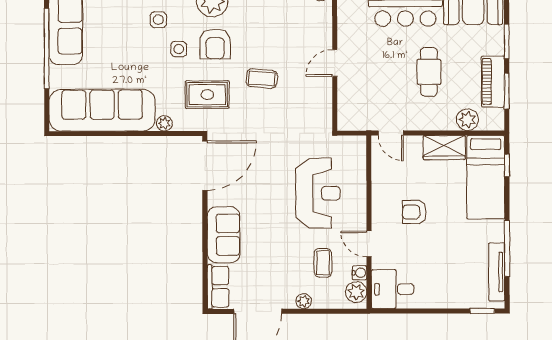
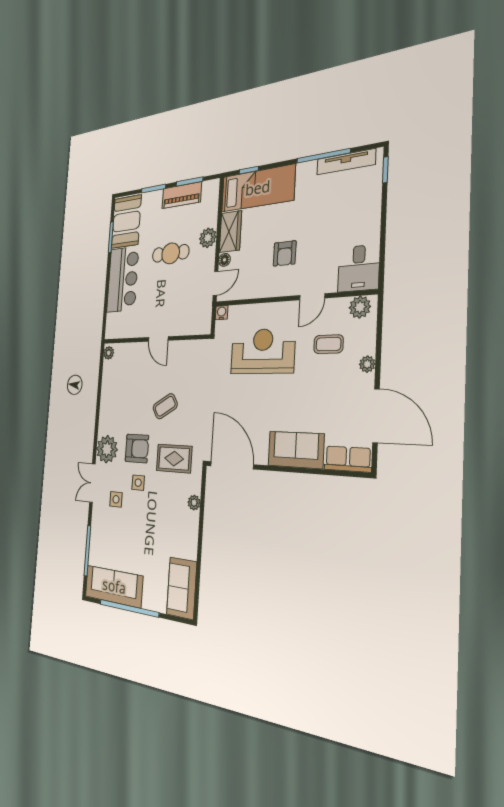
coffee table: (262, 78) -> (165, 406), turned 54
rug: (207, 95) -> (174, 459), turned 90
sofa: (102, 110) -> (182, 588), width x0.54, depth x0.79
plant: (467, 120) -> (208, 238), moved
floor lamp: (415, 142) -> (224, 260), added
water cooler: (359, 273) -> (222, 313), moved

